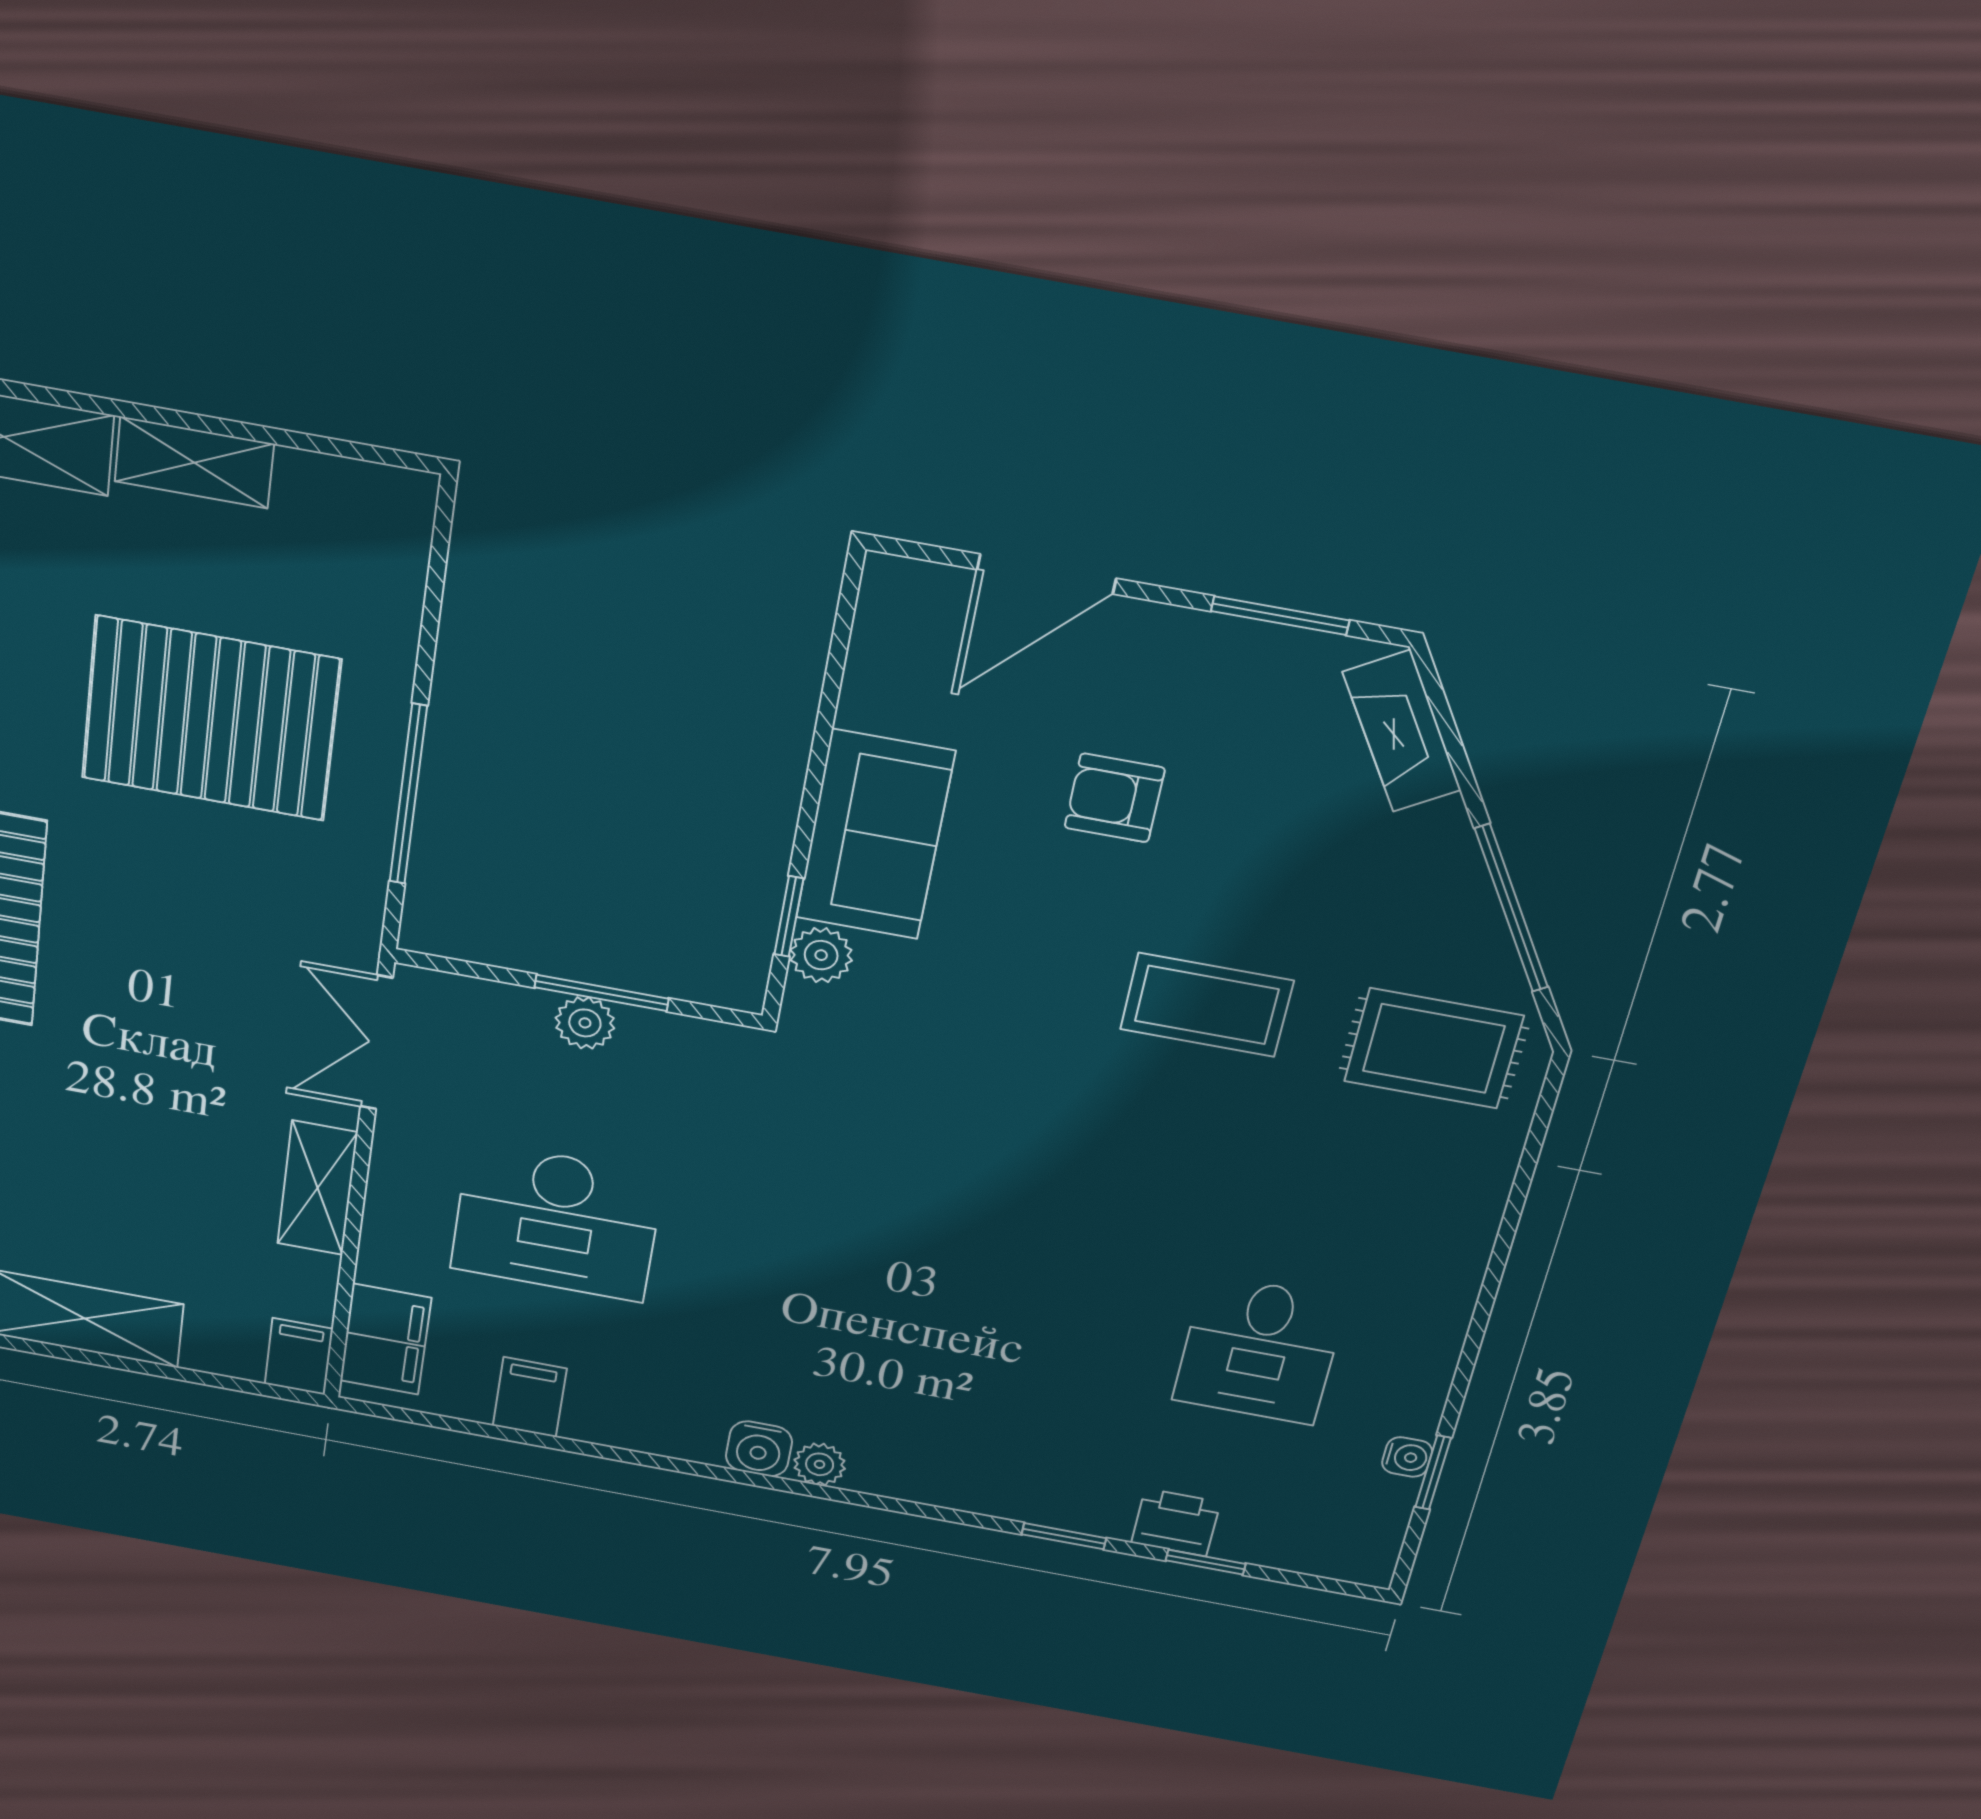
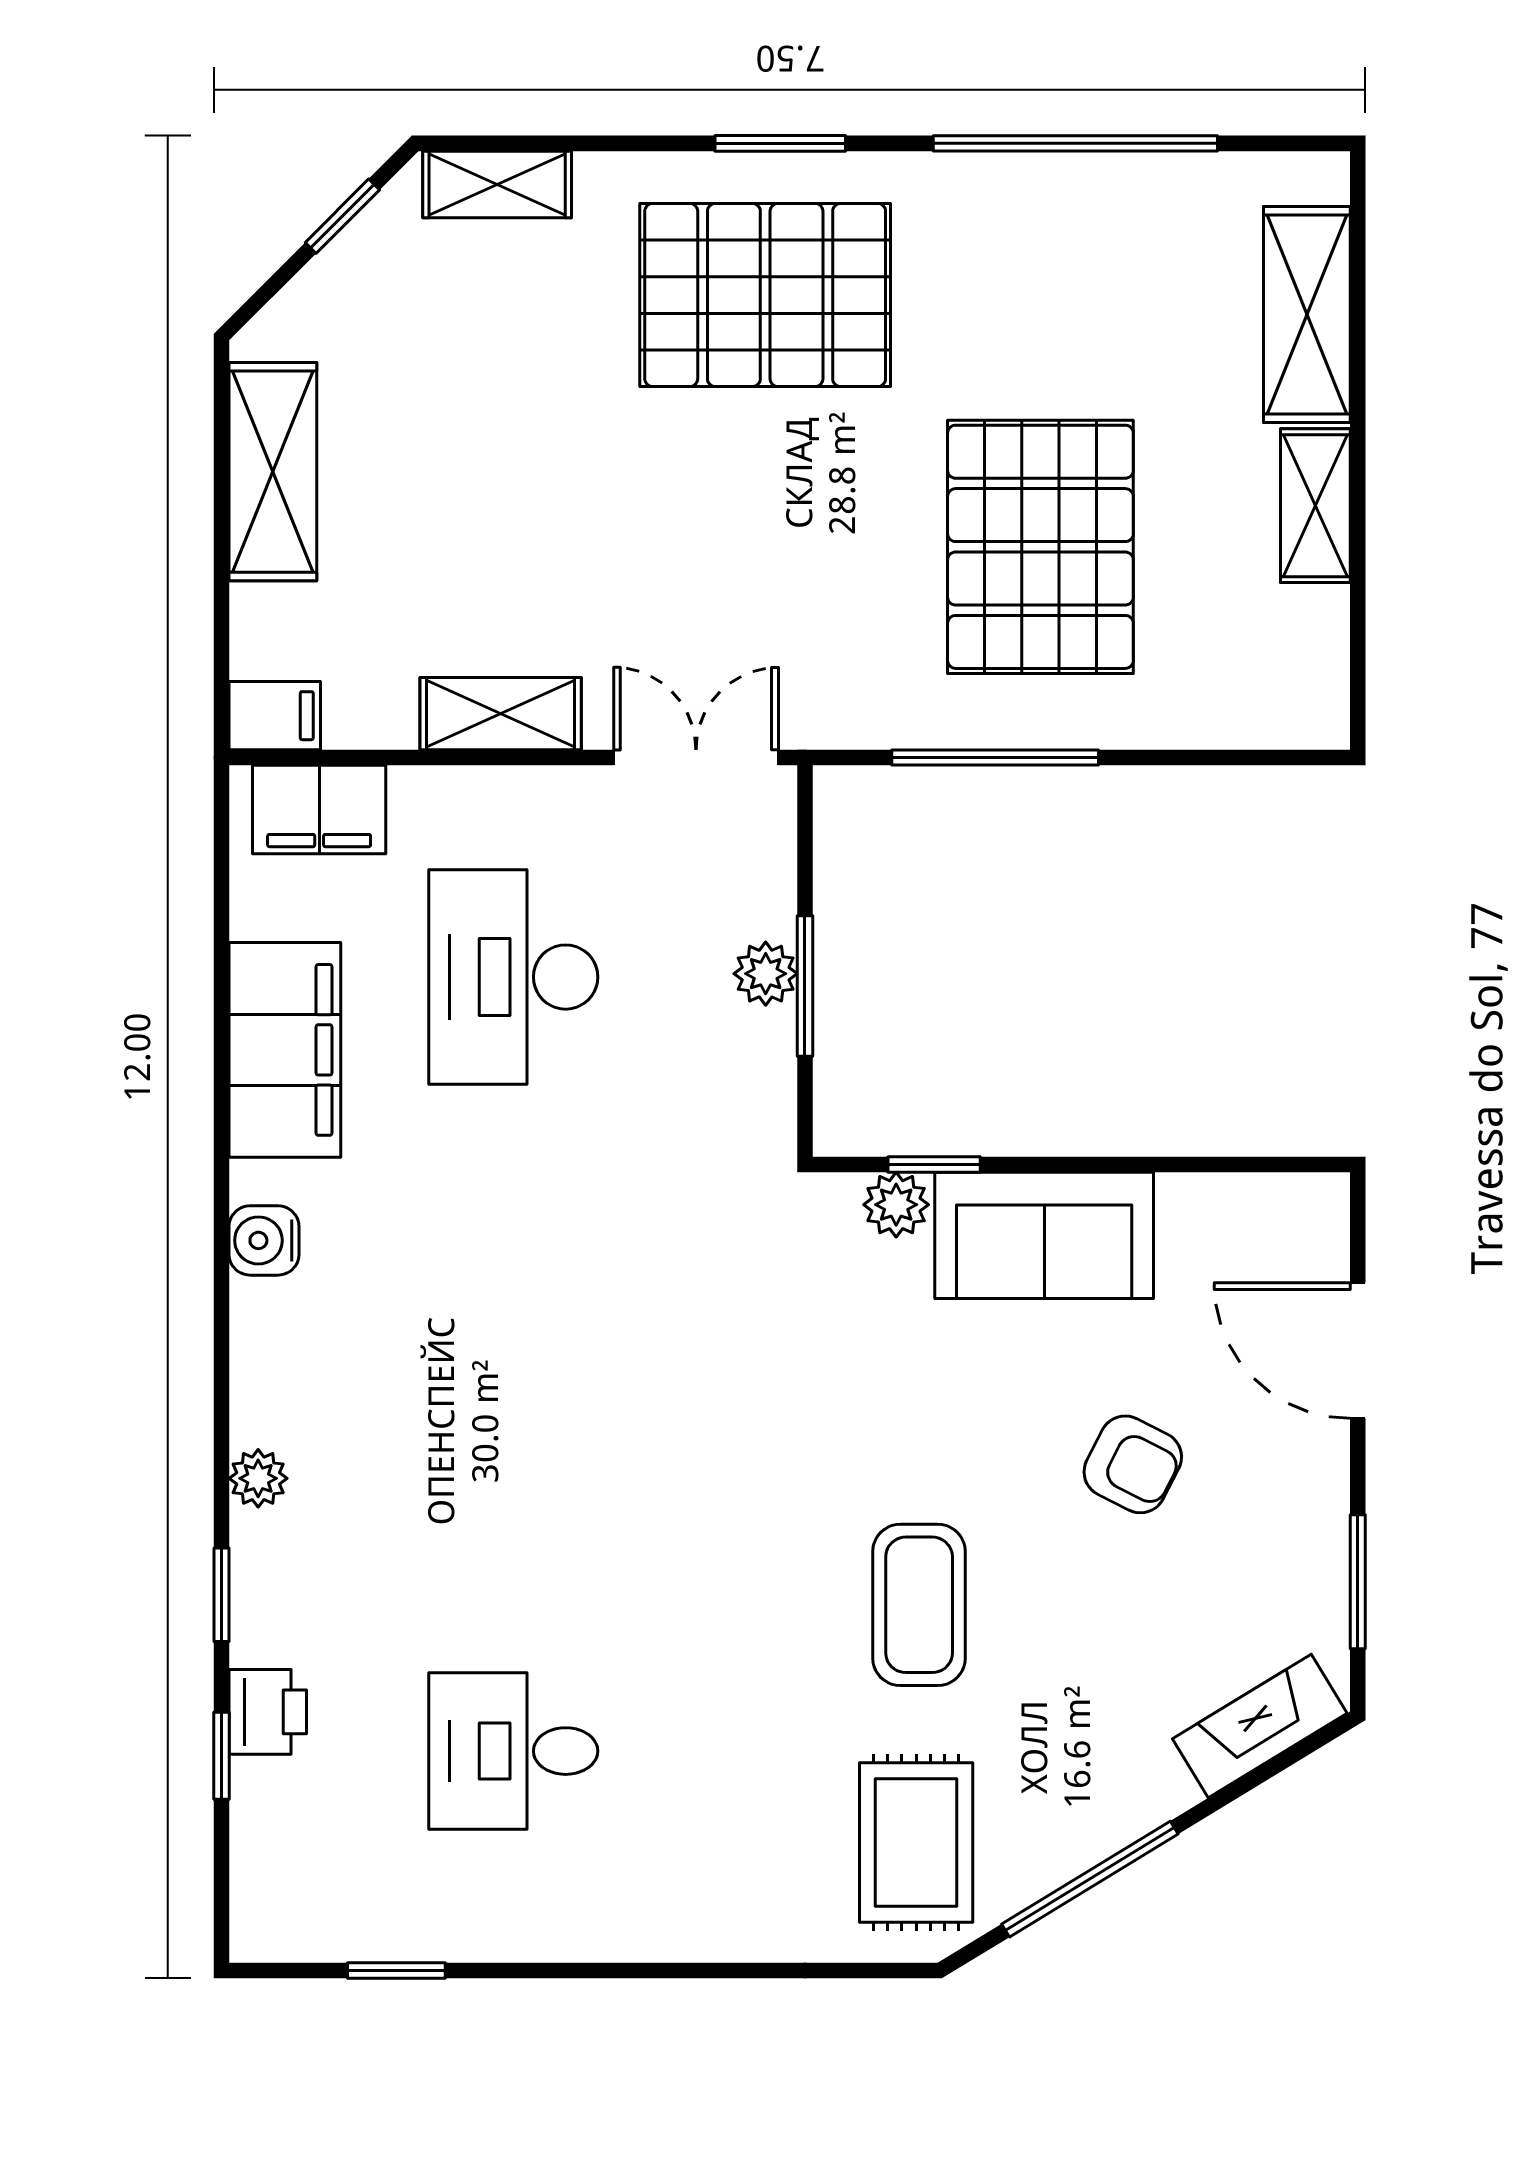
armchair: (1115, 798) -> (1133, 1464), turned 117
filing cabinet: (530, 1397) -> (285, 1050), width x3.00, depth x1.17
water cooler: (1407, 1457) -> (410, 1938), removed
plant: (820, 1464) -> (258, 1478), moved

